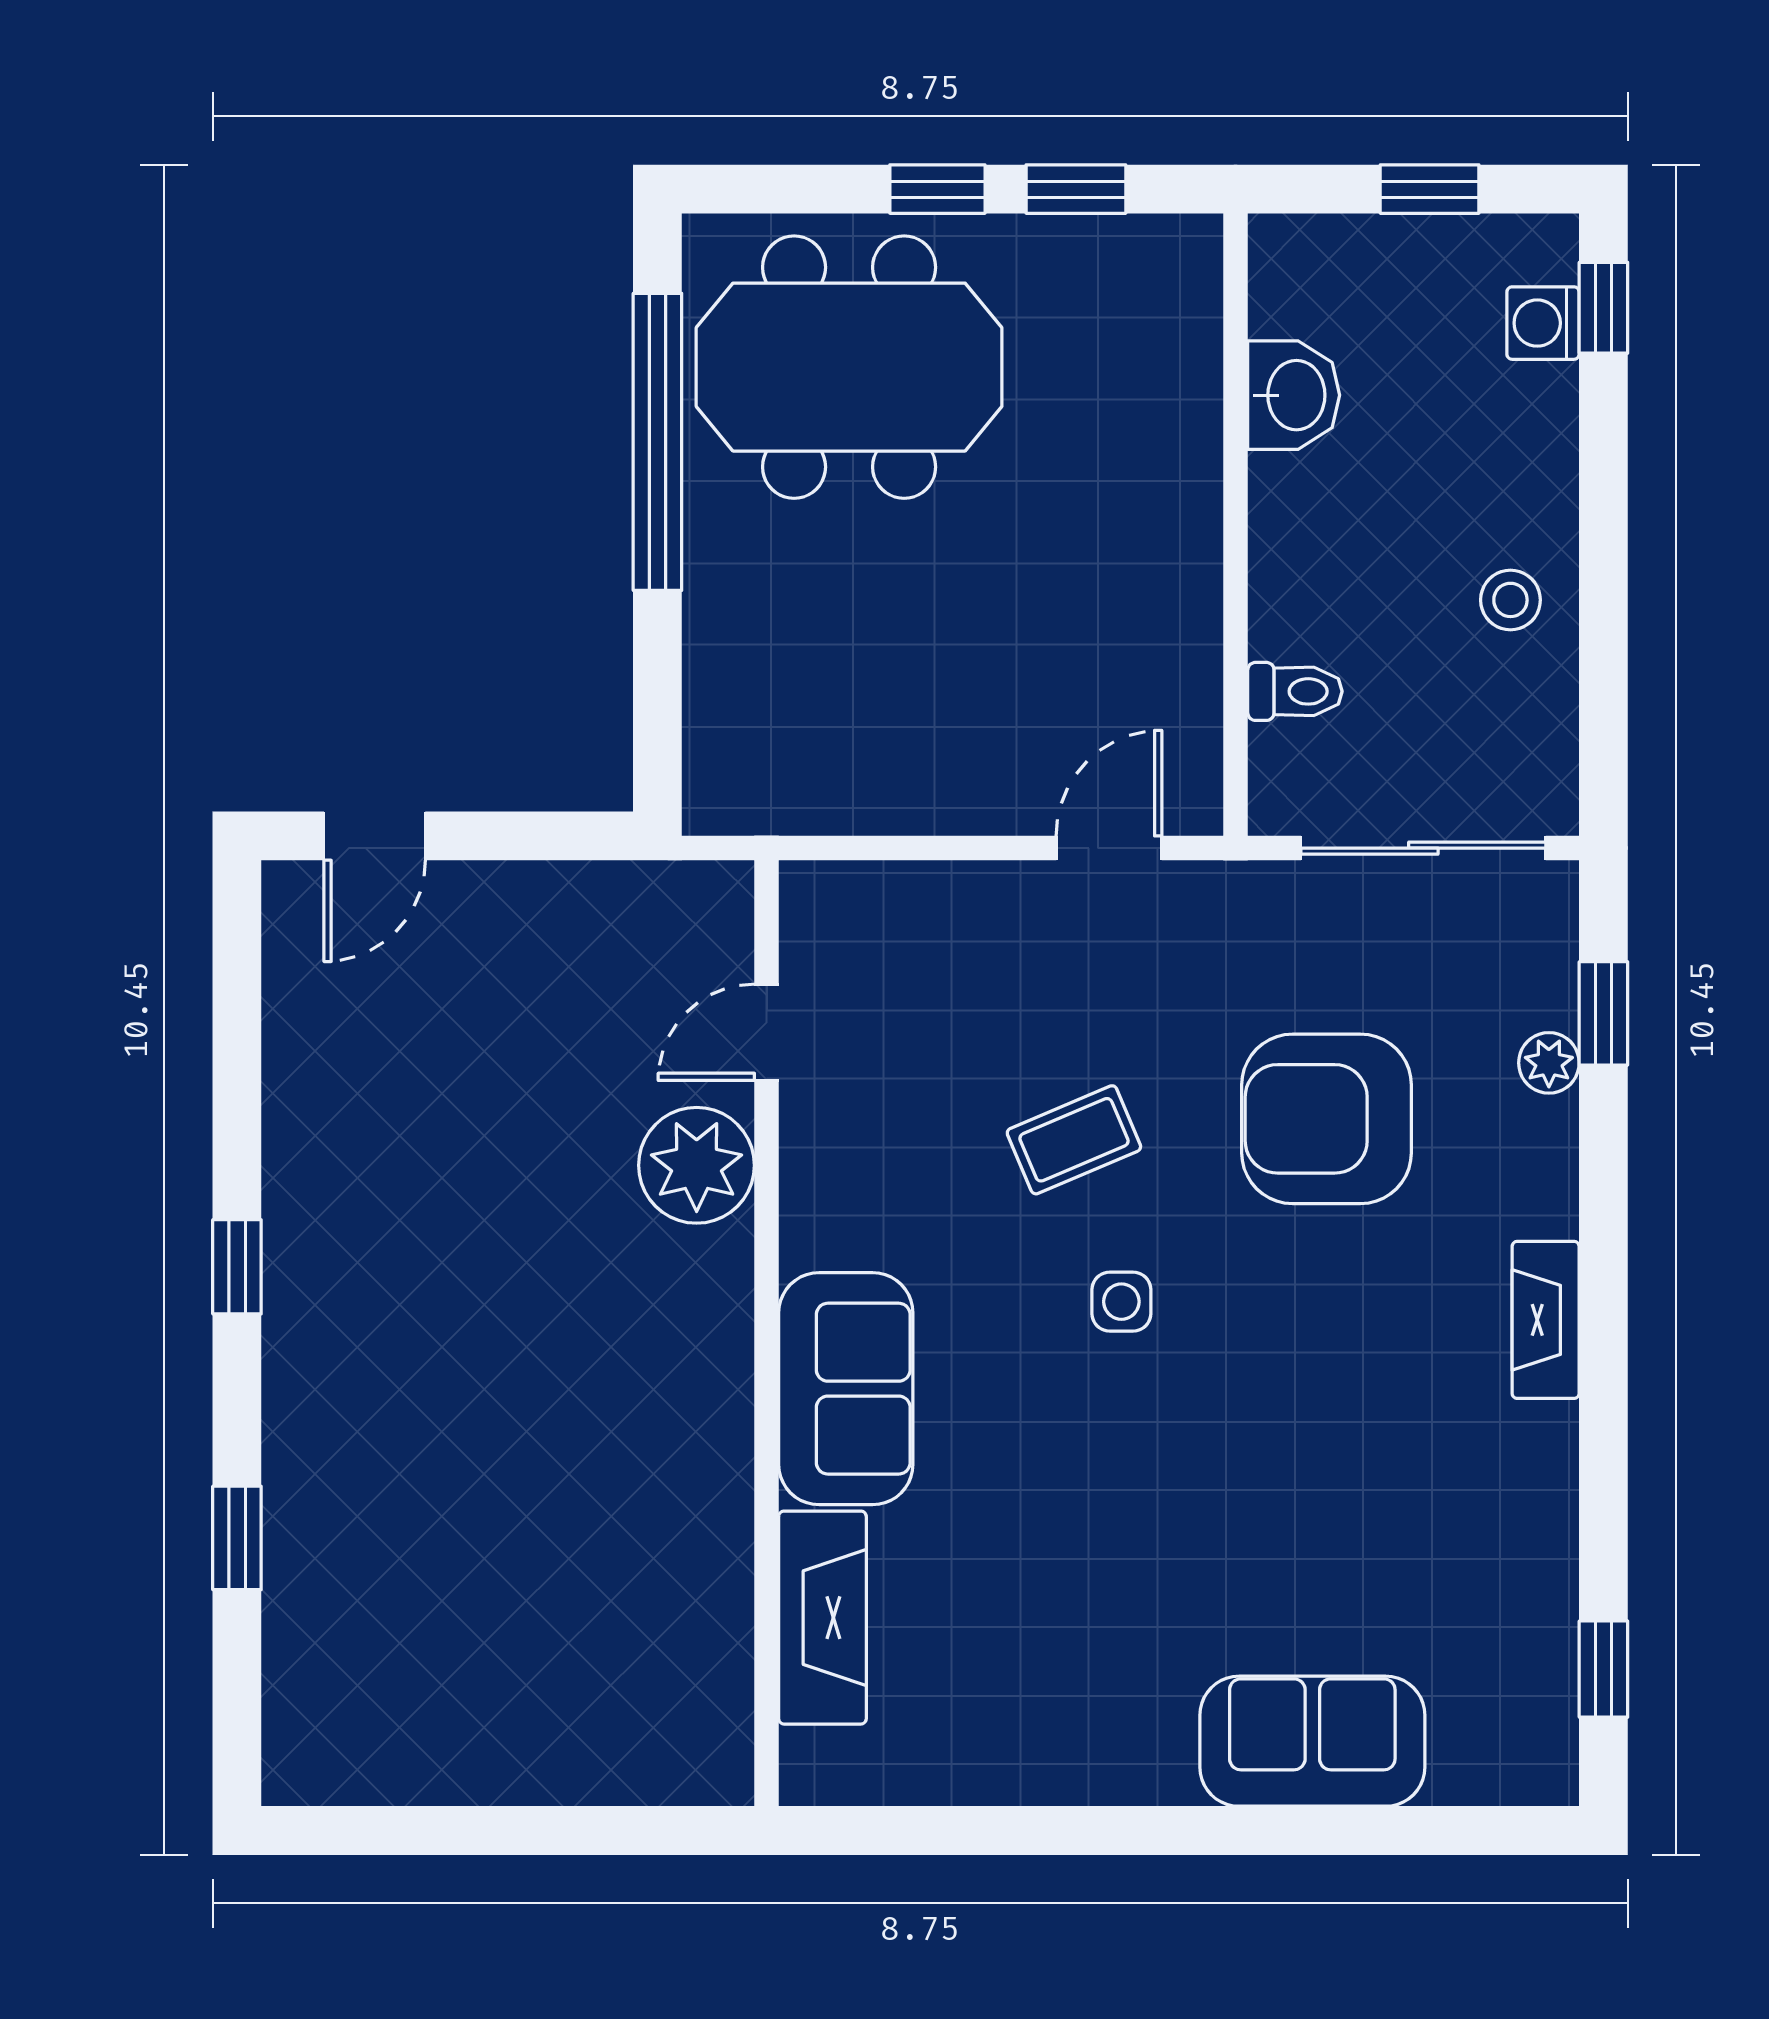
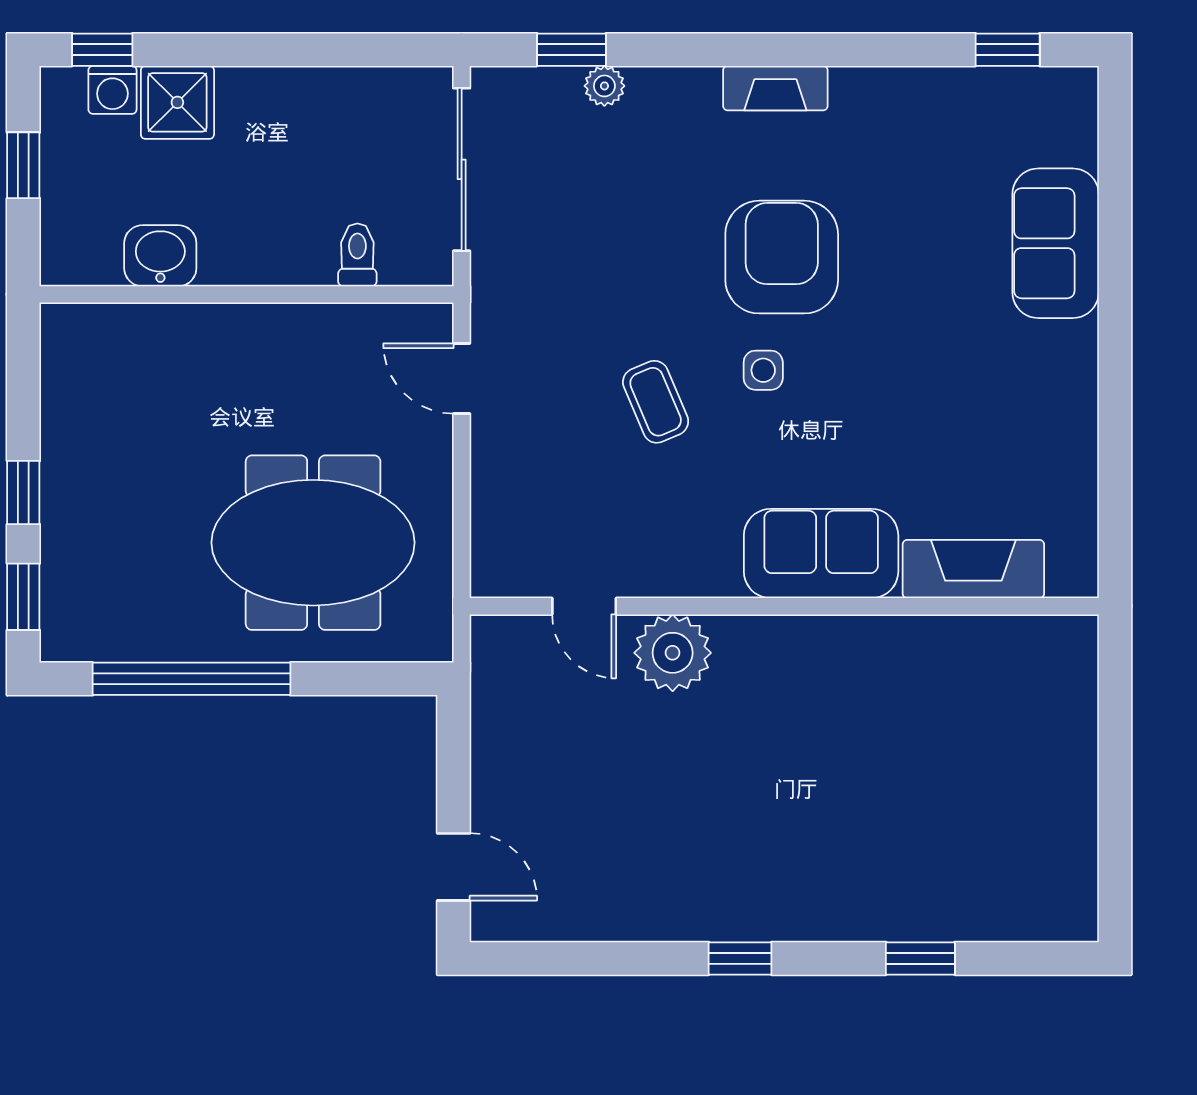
window: (1076, 189) -> (23, 597), moved
meeting table: (849, 367) -> (313, 543), moved, turned 90
shower: (1524, 421) -> (177, 102), added
stool: (1510, 600) -> (297, 111), removed
armchair: (1327, 1119) -> (782, 257), moved, turned 180

